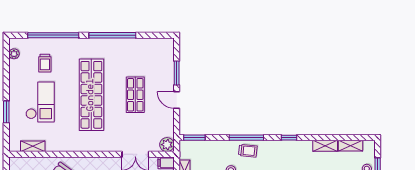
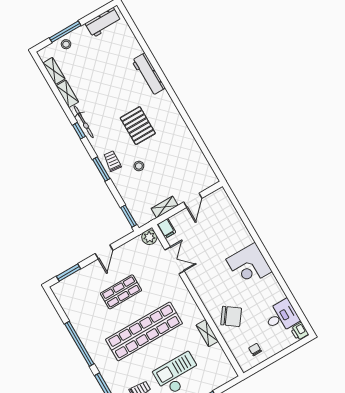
window: (177, 73) -> (69, 273), moved
window: (246, 138) -> (101, 169), width x0.69
shelving: (33, 146) -> (207, 333), moved
bicycle: (294, 146) -> (84, 122), added

